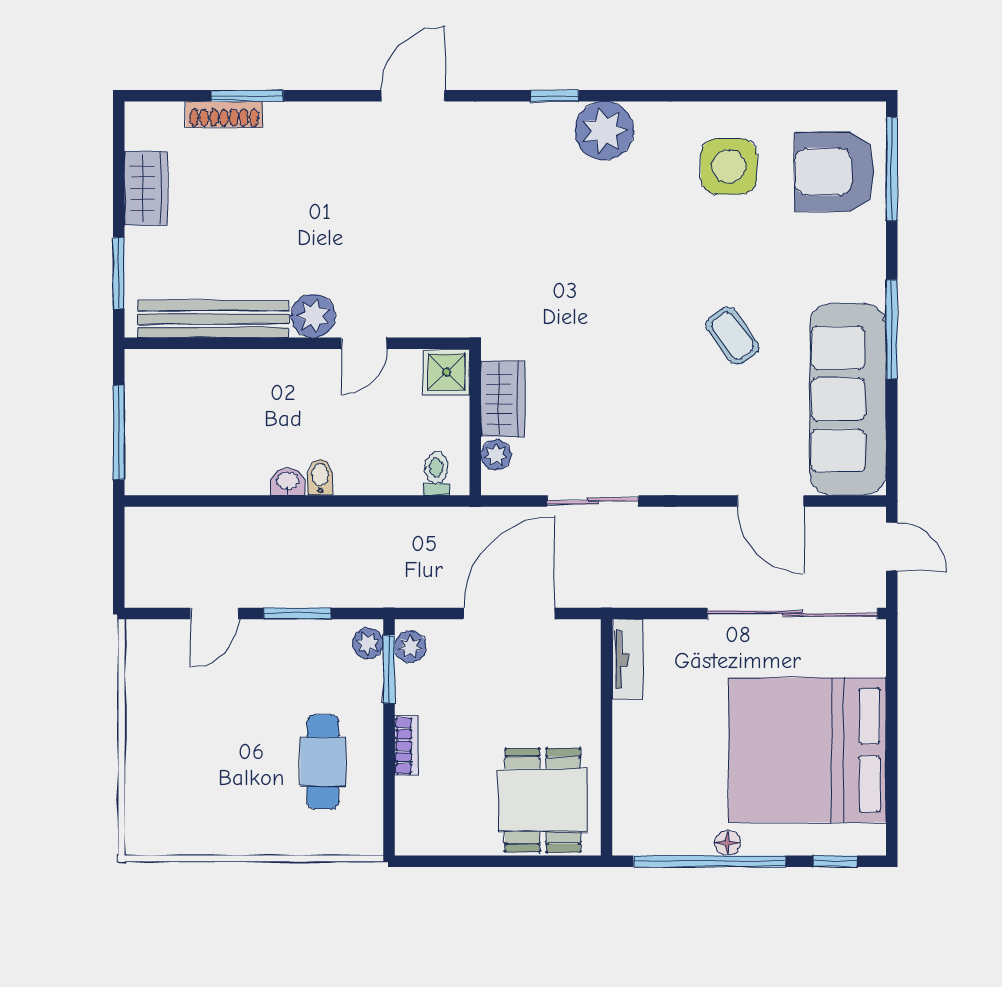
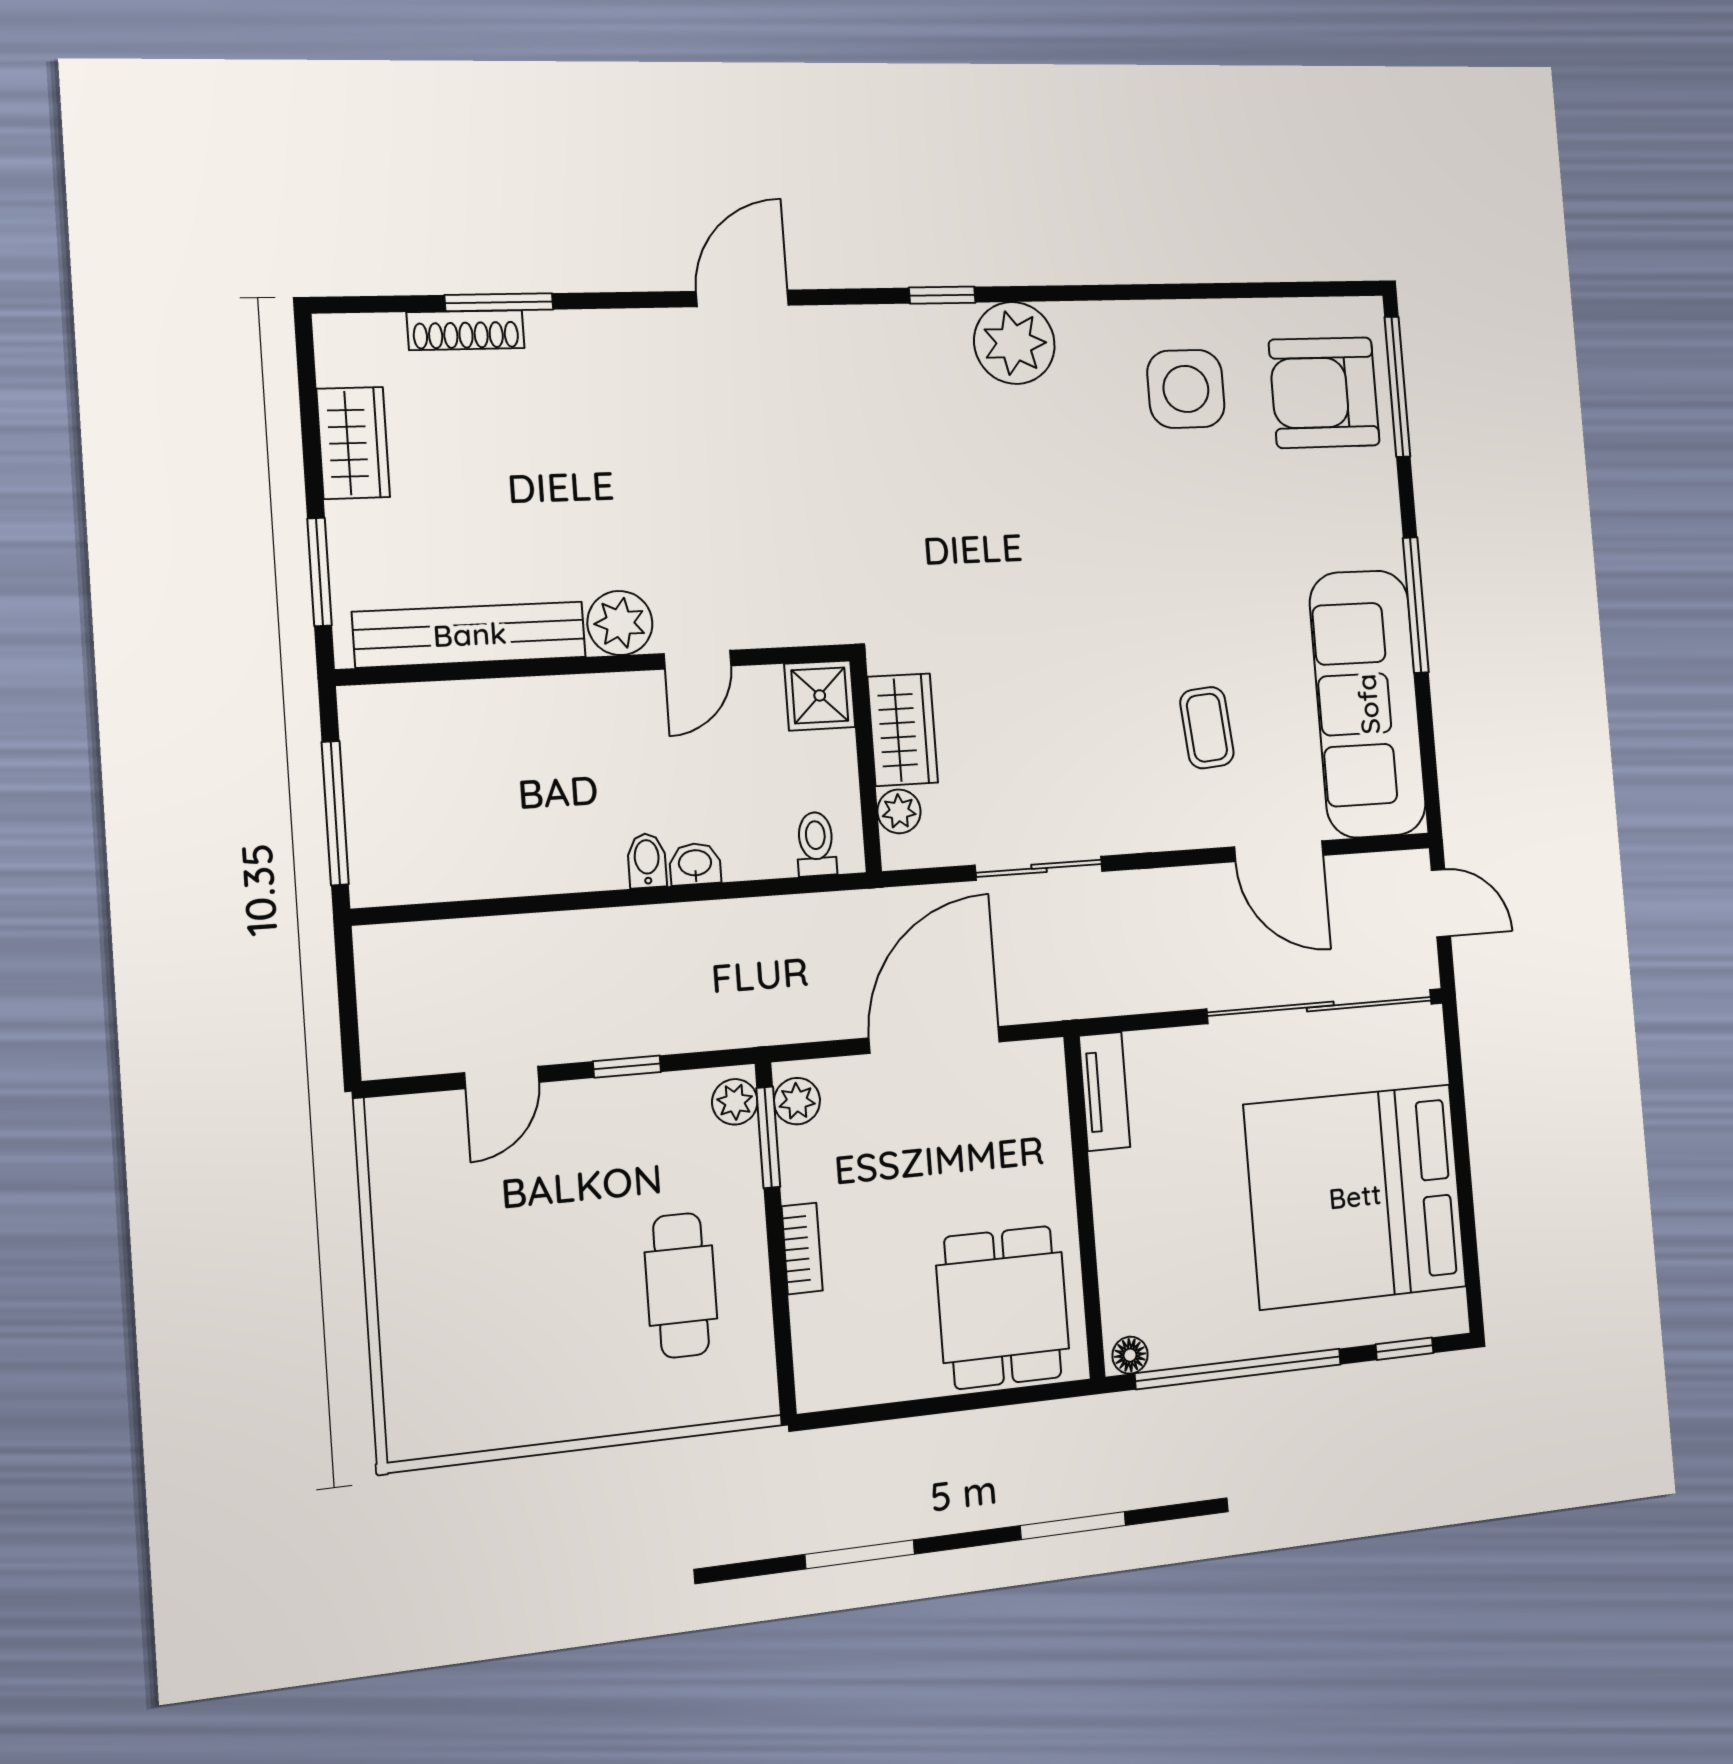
coffee table: (732, 336) -> (1207, 728), moved, turned 31
washbasin: (288, 482) -> (695, 864), moved
window: (297, 614) -> (627, 1067), width x0.67
floor lamp: (727, 843) -> (1130, 1355), moved

